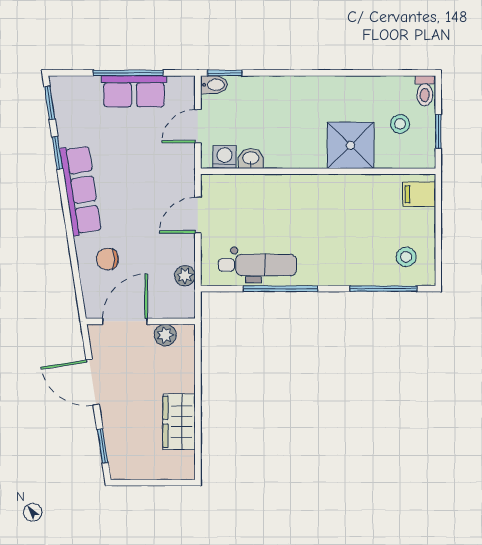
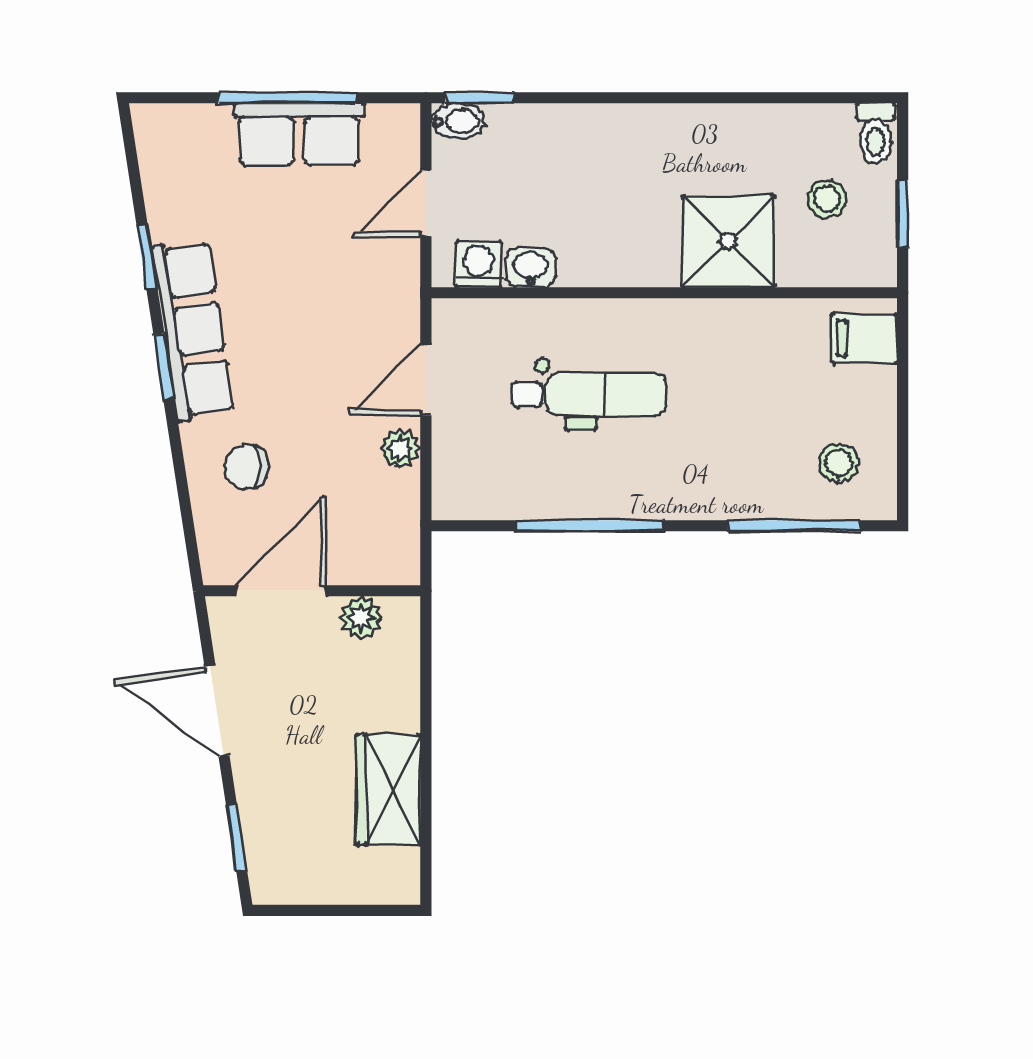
window: (50, 103) -> (164, 366), moved
dental chair: (257, 265) -> (589, 394), moved
plant: (185, 276) -> (400, 448), moved

